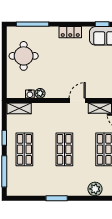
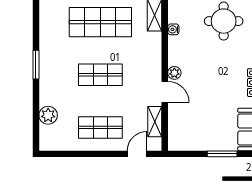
plant: (40, 93) -> (174, 73), moved
shop shelf: (24, 149) -> (100, 22), width x1.43, depth x1.36

